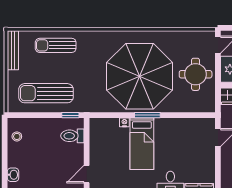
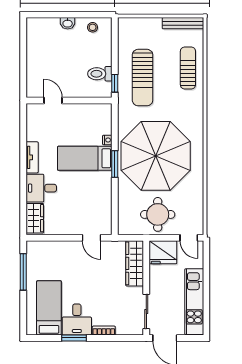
sun lounger: (46, 93) -> (143, 78), moved, turned 180
toilet: (72, 136) -> (100, 74), moved, turned -90
washbasin: (13, 175) -> (68, 23), moved

